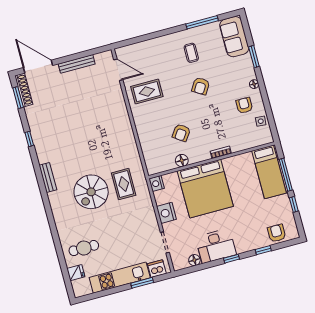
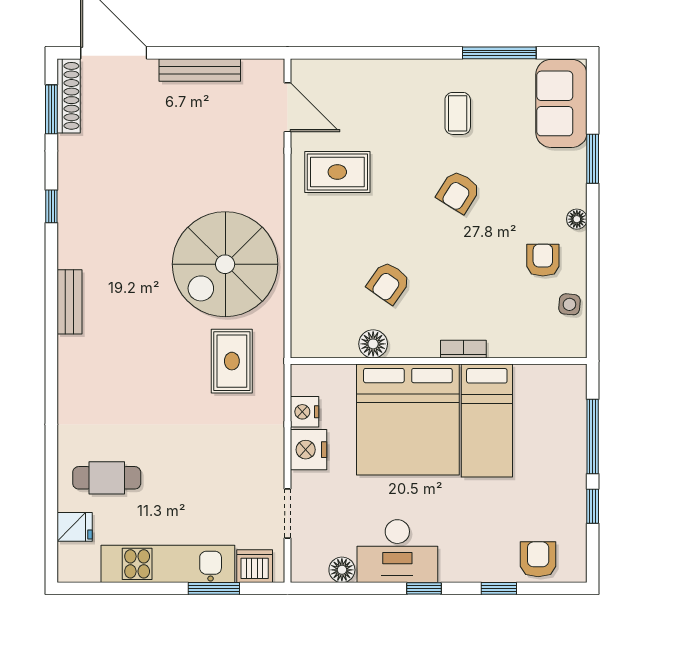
bed: (269, 172) -> (487, 421), moved
nightstand: (157, 183) -> (305, 412), moved
spiral stairs: (91, 192) -> (225, 264), moved, width x1.37, depth x1.37

